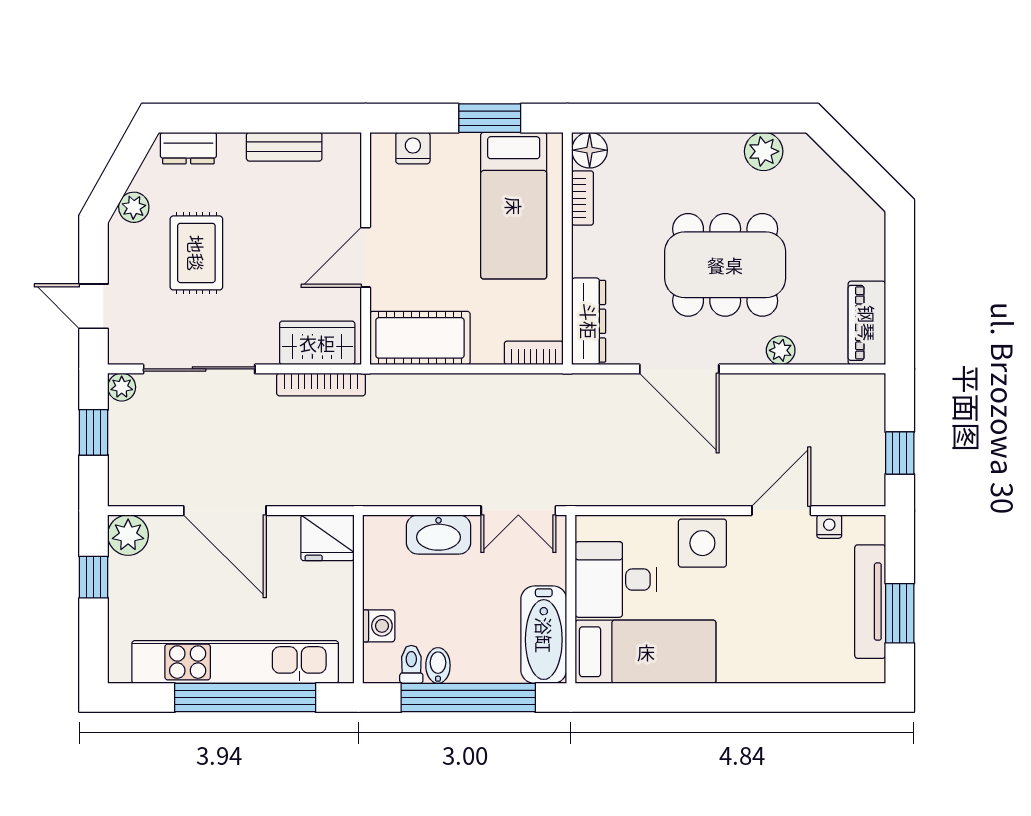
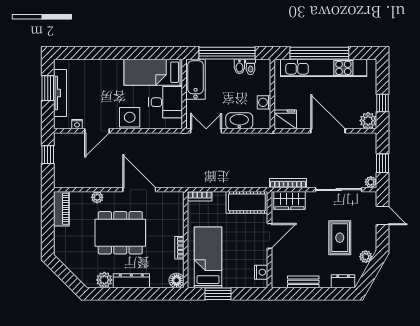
nightstand: (413, 148) -> (261, 272), moved, turned -90
bookcase: (583, 198) -> (179, 248), moved
dresser: (589, 321) -> (131, 281), moved, turned 90
washing machine: (379, 626) -> (264, 102), moved

